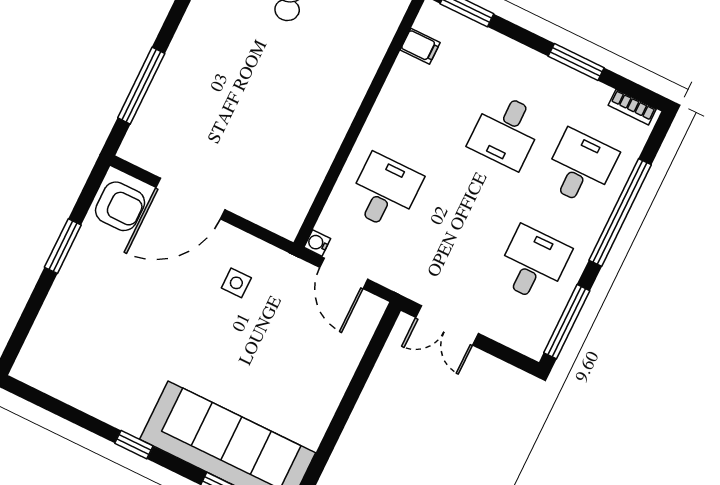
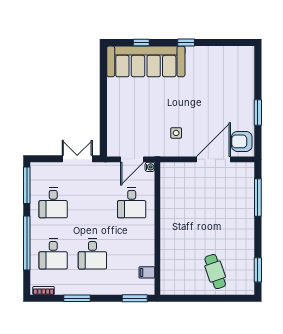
desk: (506, 131) -> (92, 254), turned 180
door: (344, 273) -> (132, 159), swing flipped

